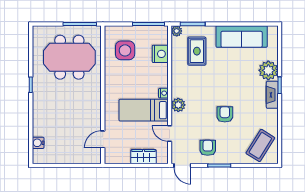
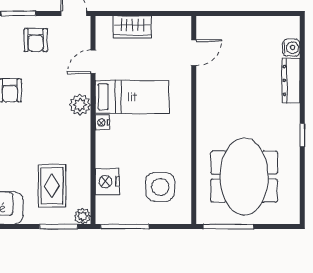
meeting table: (69, 57) -> (244, 177), turned 90
dresser: (38, 121) -> (291, 80), added
door: (170, 133) -> (93, 62), swing flipped

